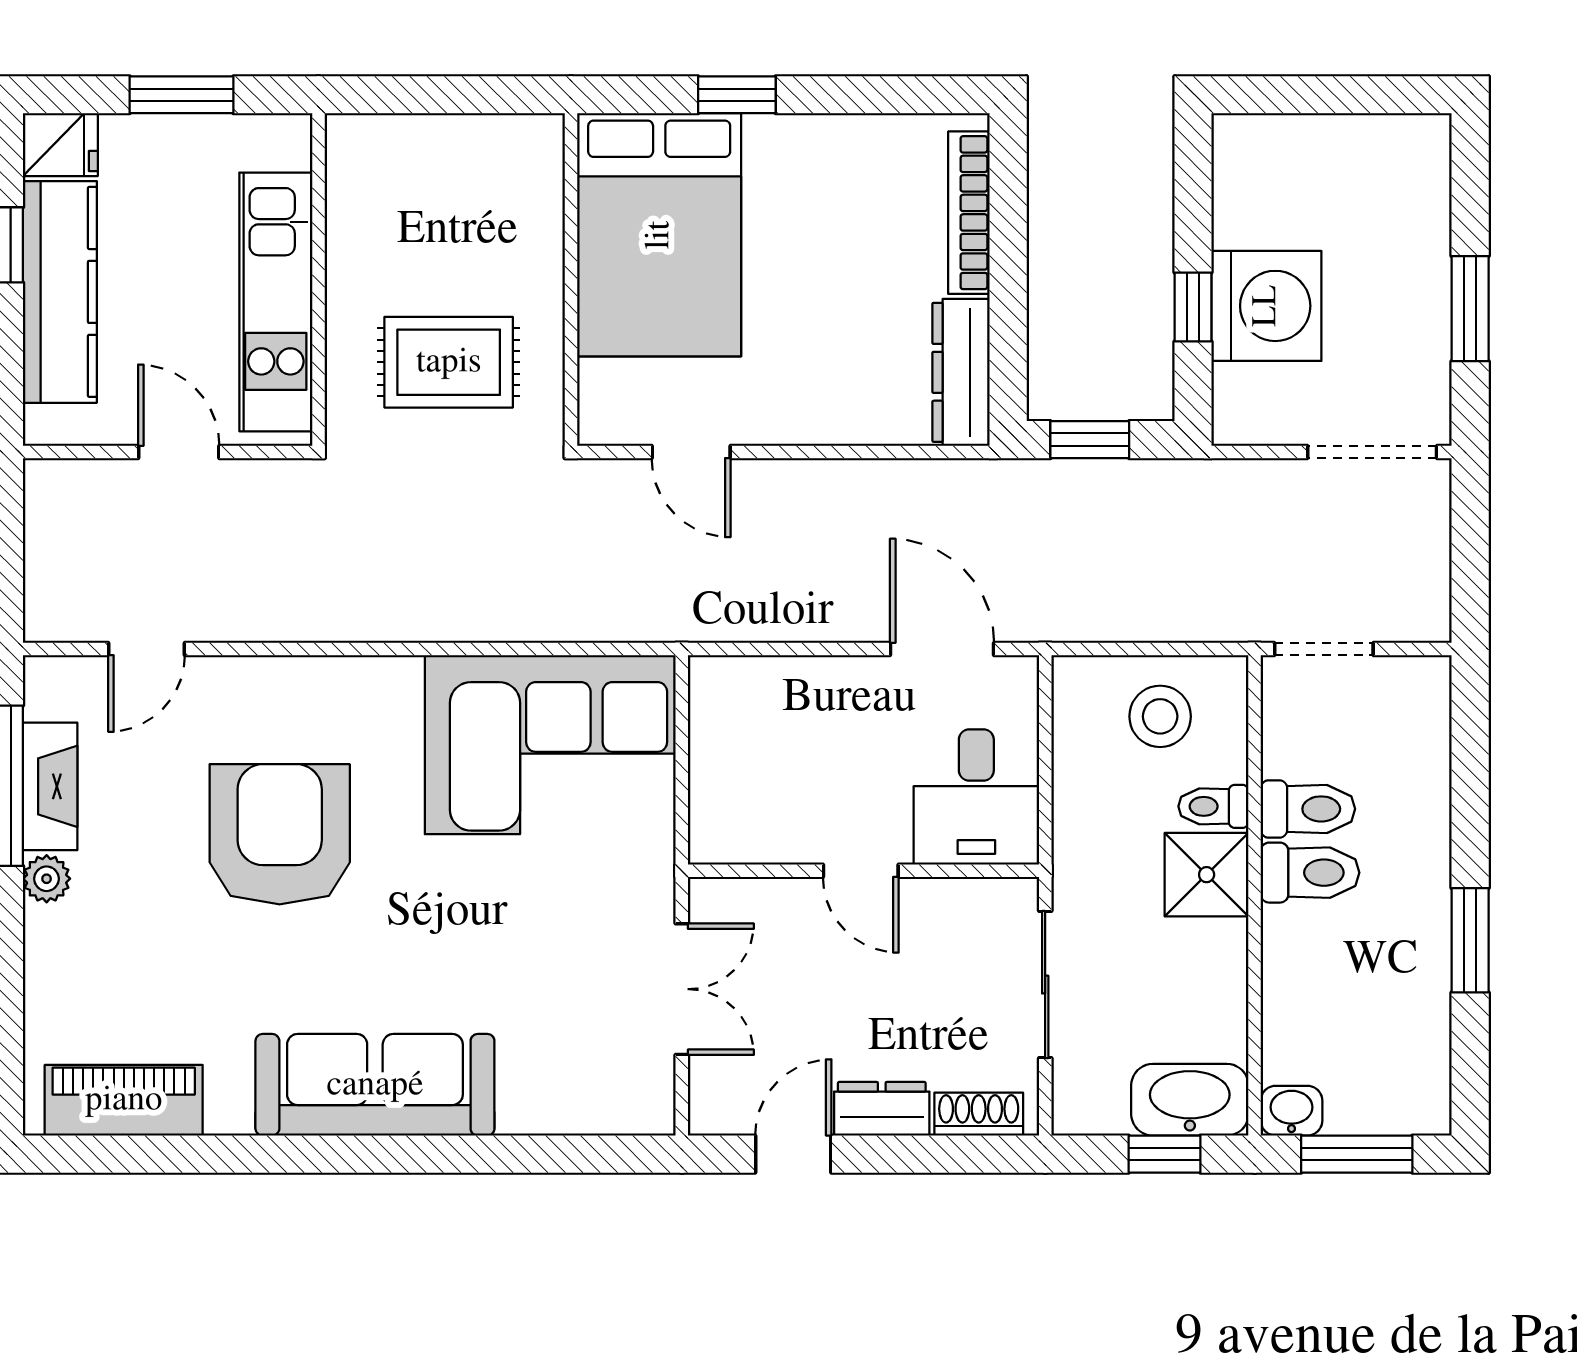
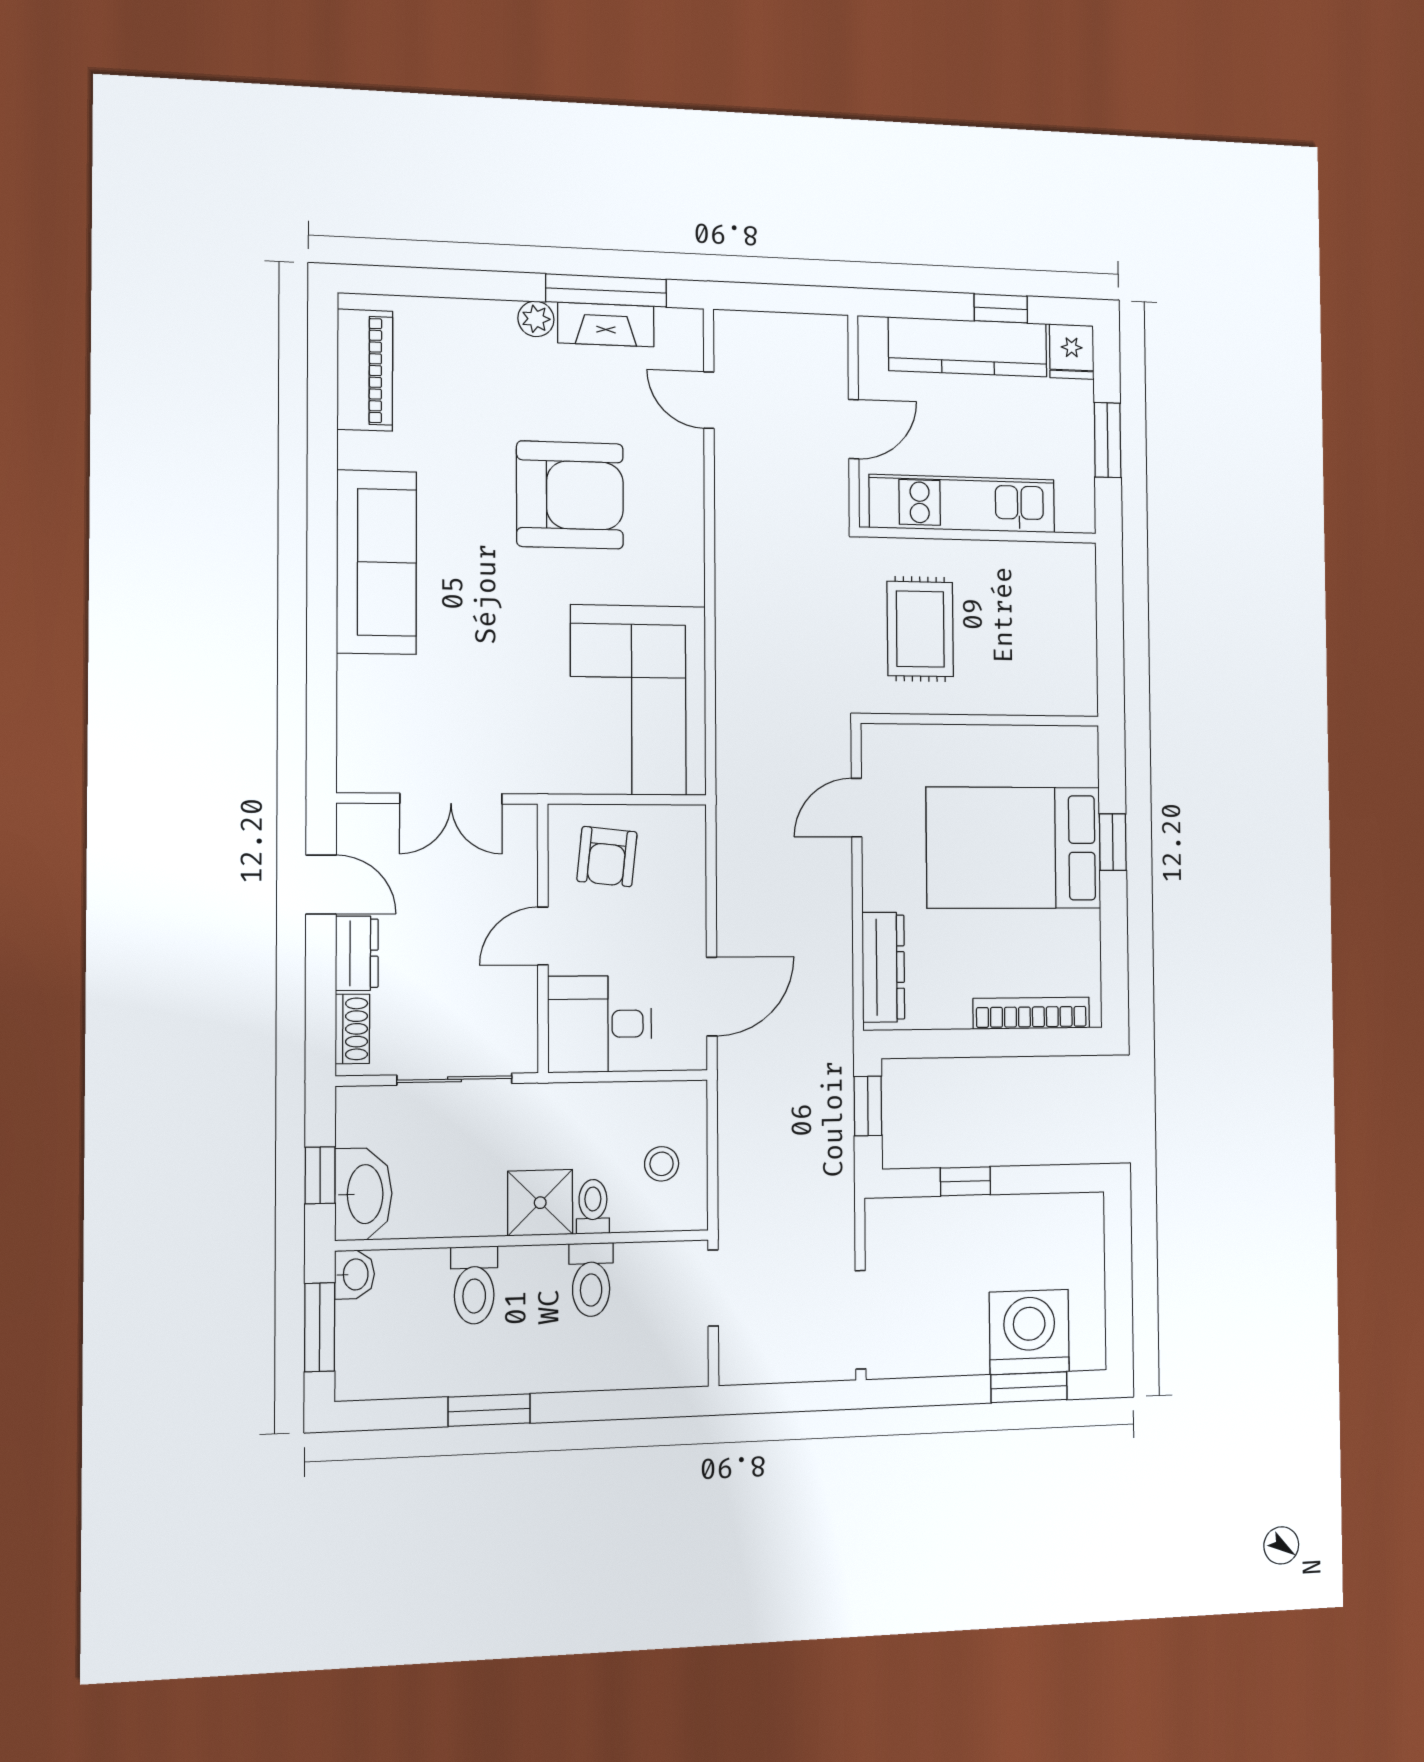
bed: (659, 235) -> (1014, 848), moved
washing machine: (1266, 306) -> (1029, 1332), moved, turned 180
window: (1470, 309) -> (1029, 1387), moved
dresser: (961, 372) -> (883, 967), moved, turned 90
stool: (1160, 716) -> (662, 1164), width x0.73, depth x0.73
armchair: (757, 787) -> (607, 857), added
toilet: (1310, 873) -> (474, 1285), moved

